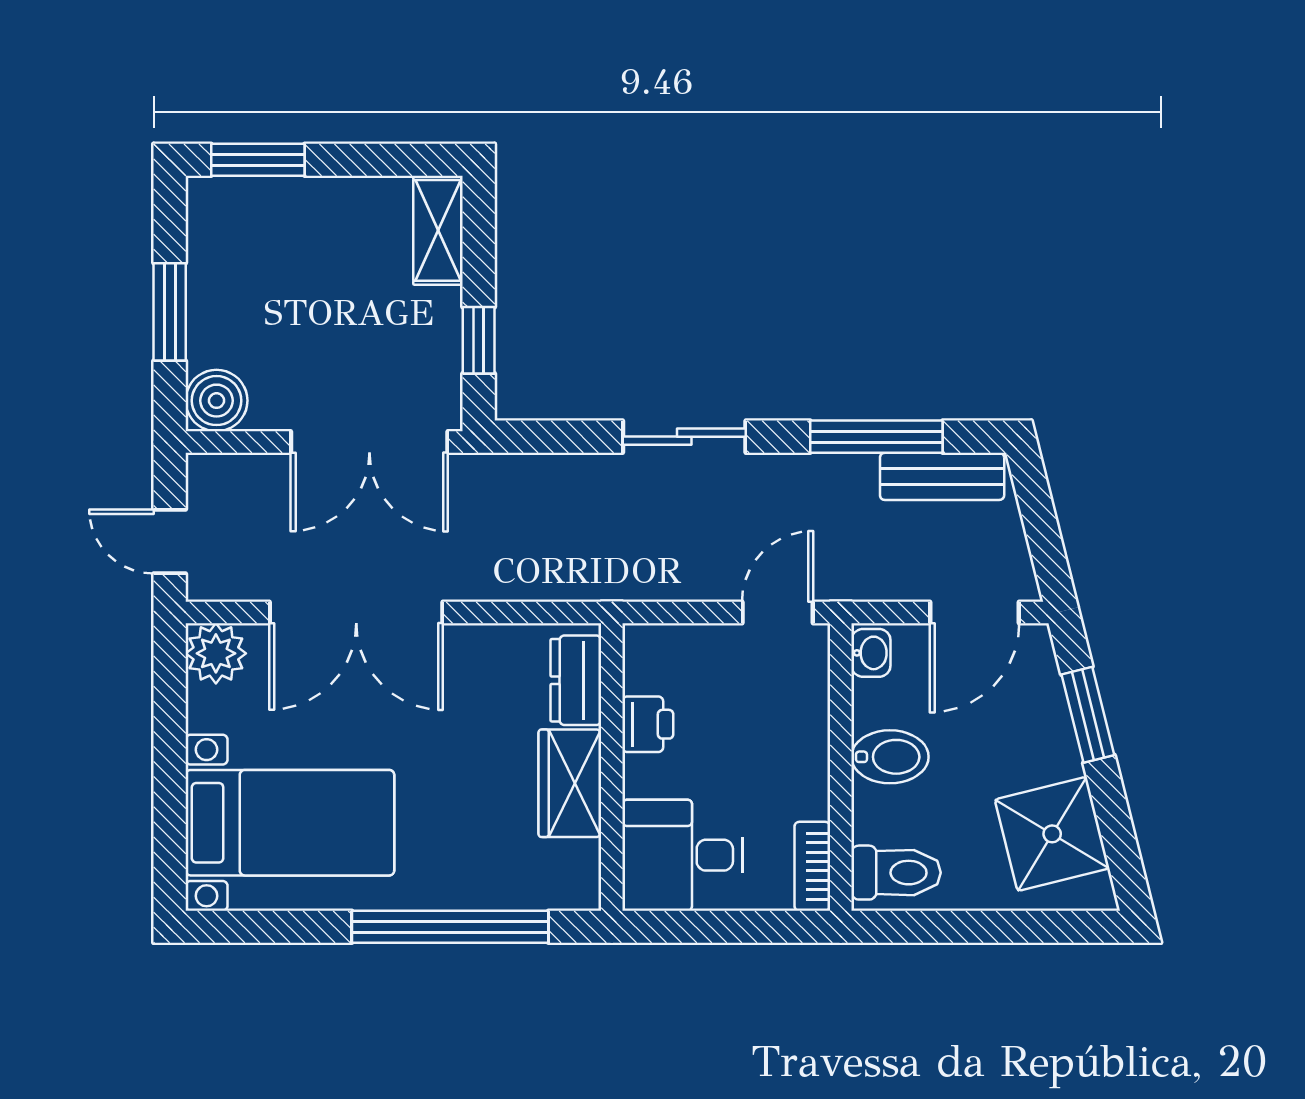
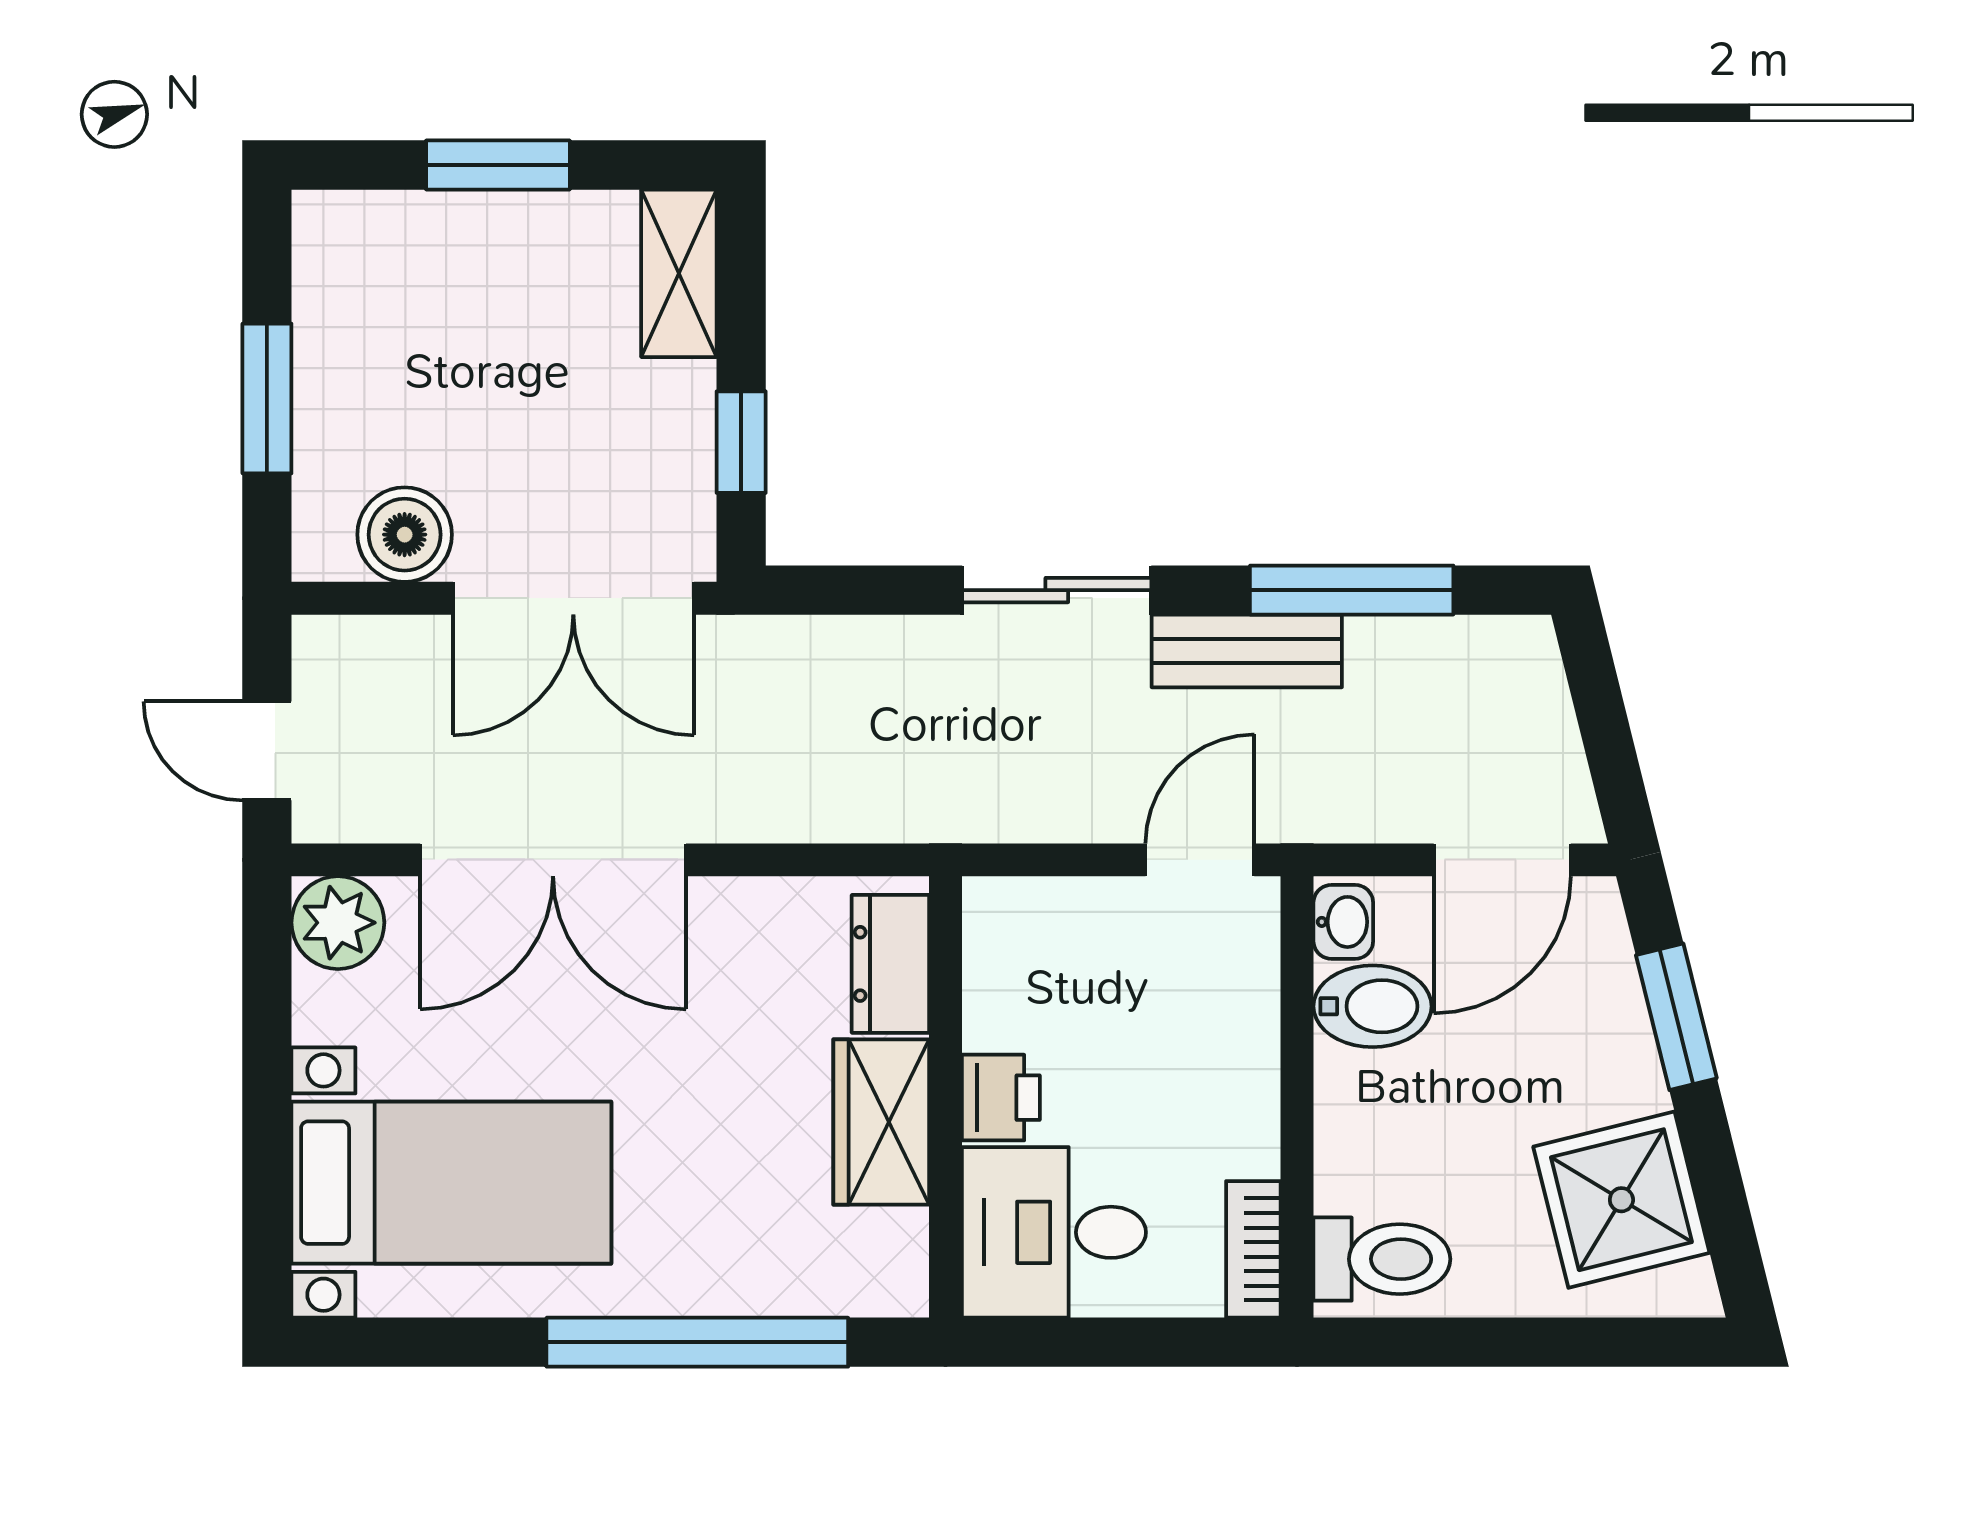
window: (258, 160) -> (498, 165), moved
boiler: (216, 401) -> (405, 535), moved
bench: (942, 476) -> (1247, 651), moved
printer: (648, 724) -> (1001, 1098), moved
bidet: (890, 757) -> (1373, 1006), moved

